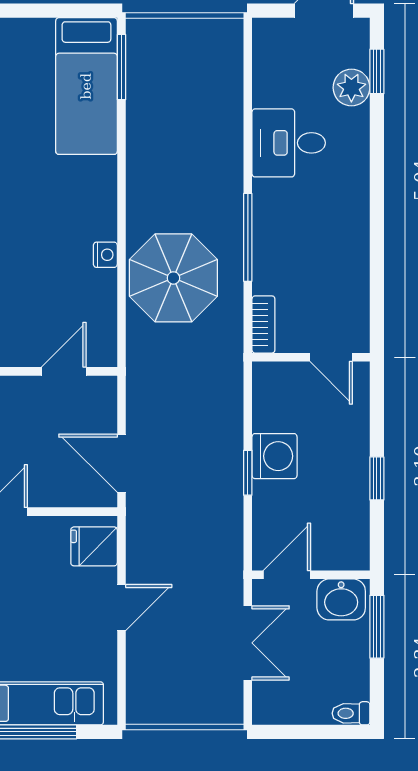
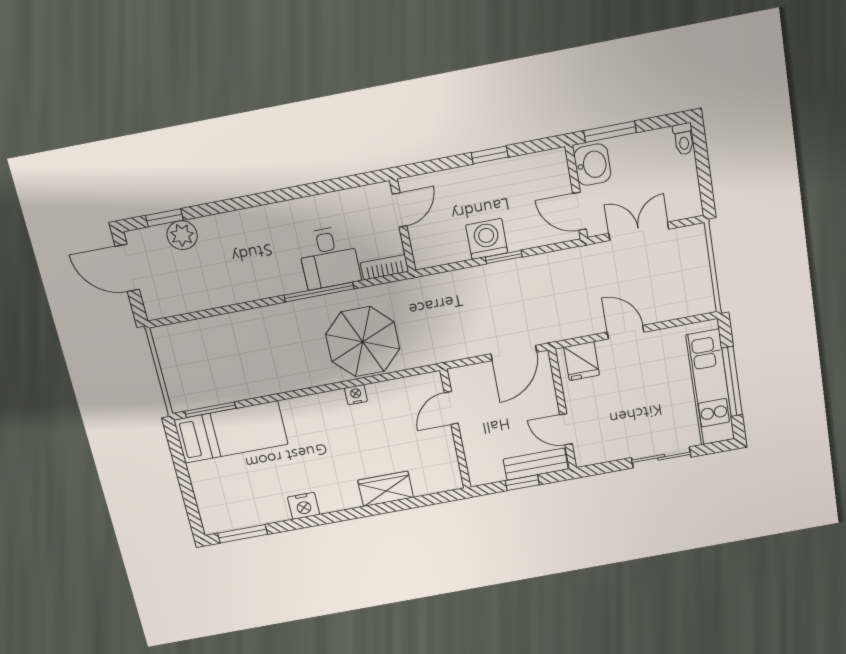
desk: (289, 143) -> (329, 258), moved
door: (64, 371) -> (451, 408), hinge flipped

